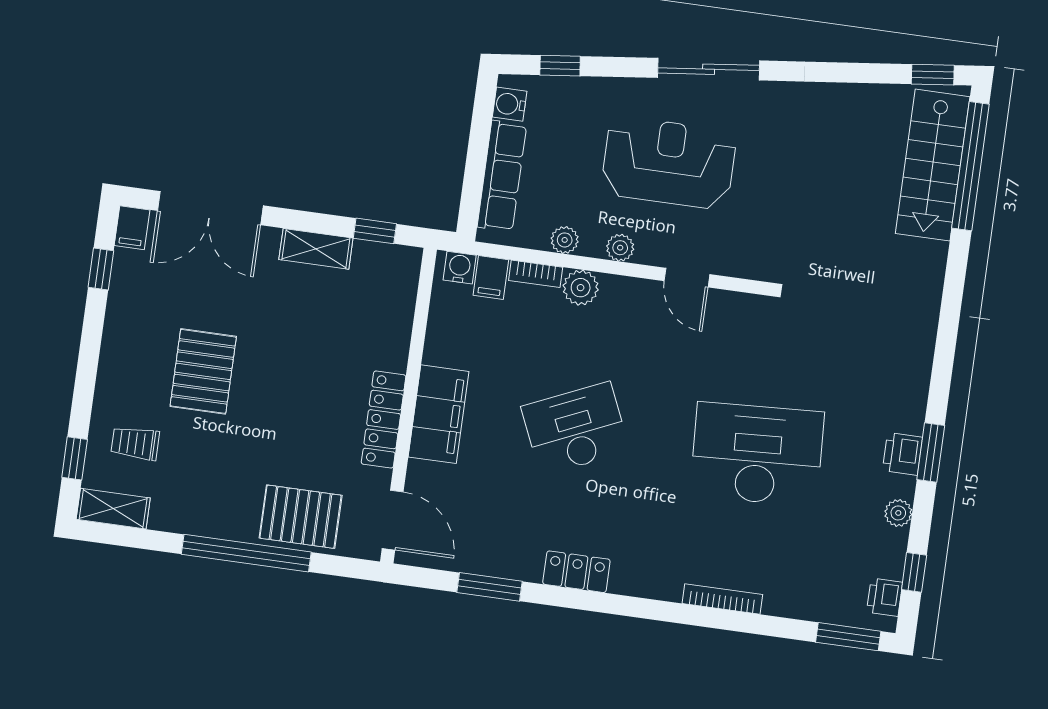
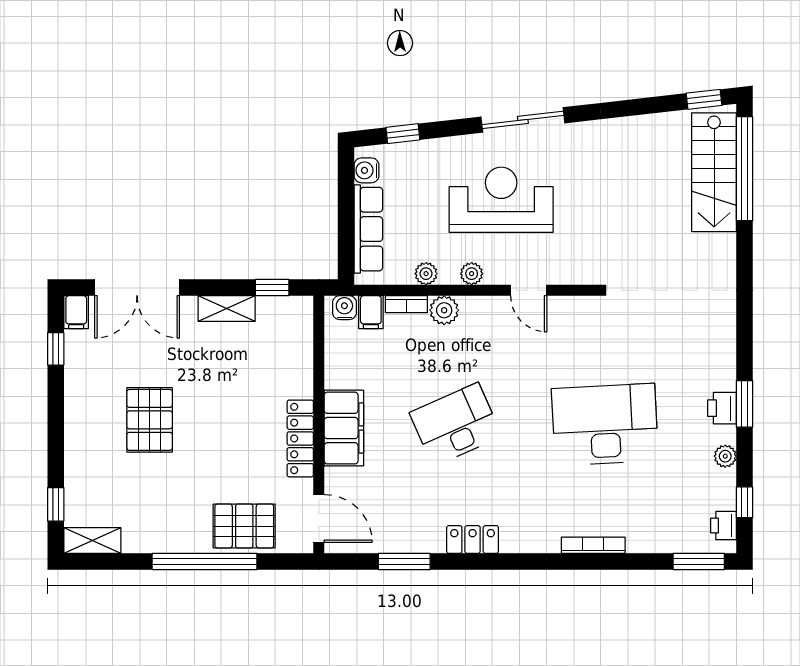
trolley: (135, 443) -> (103, 485), removed

